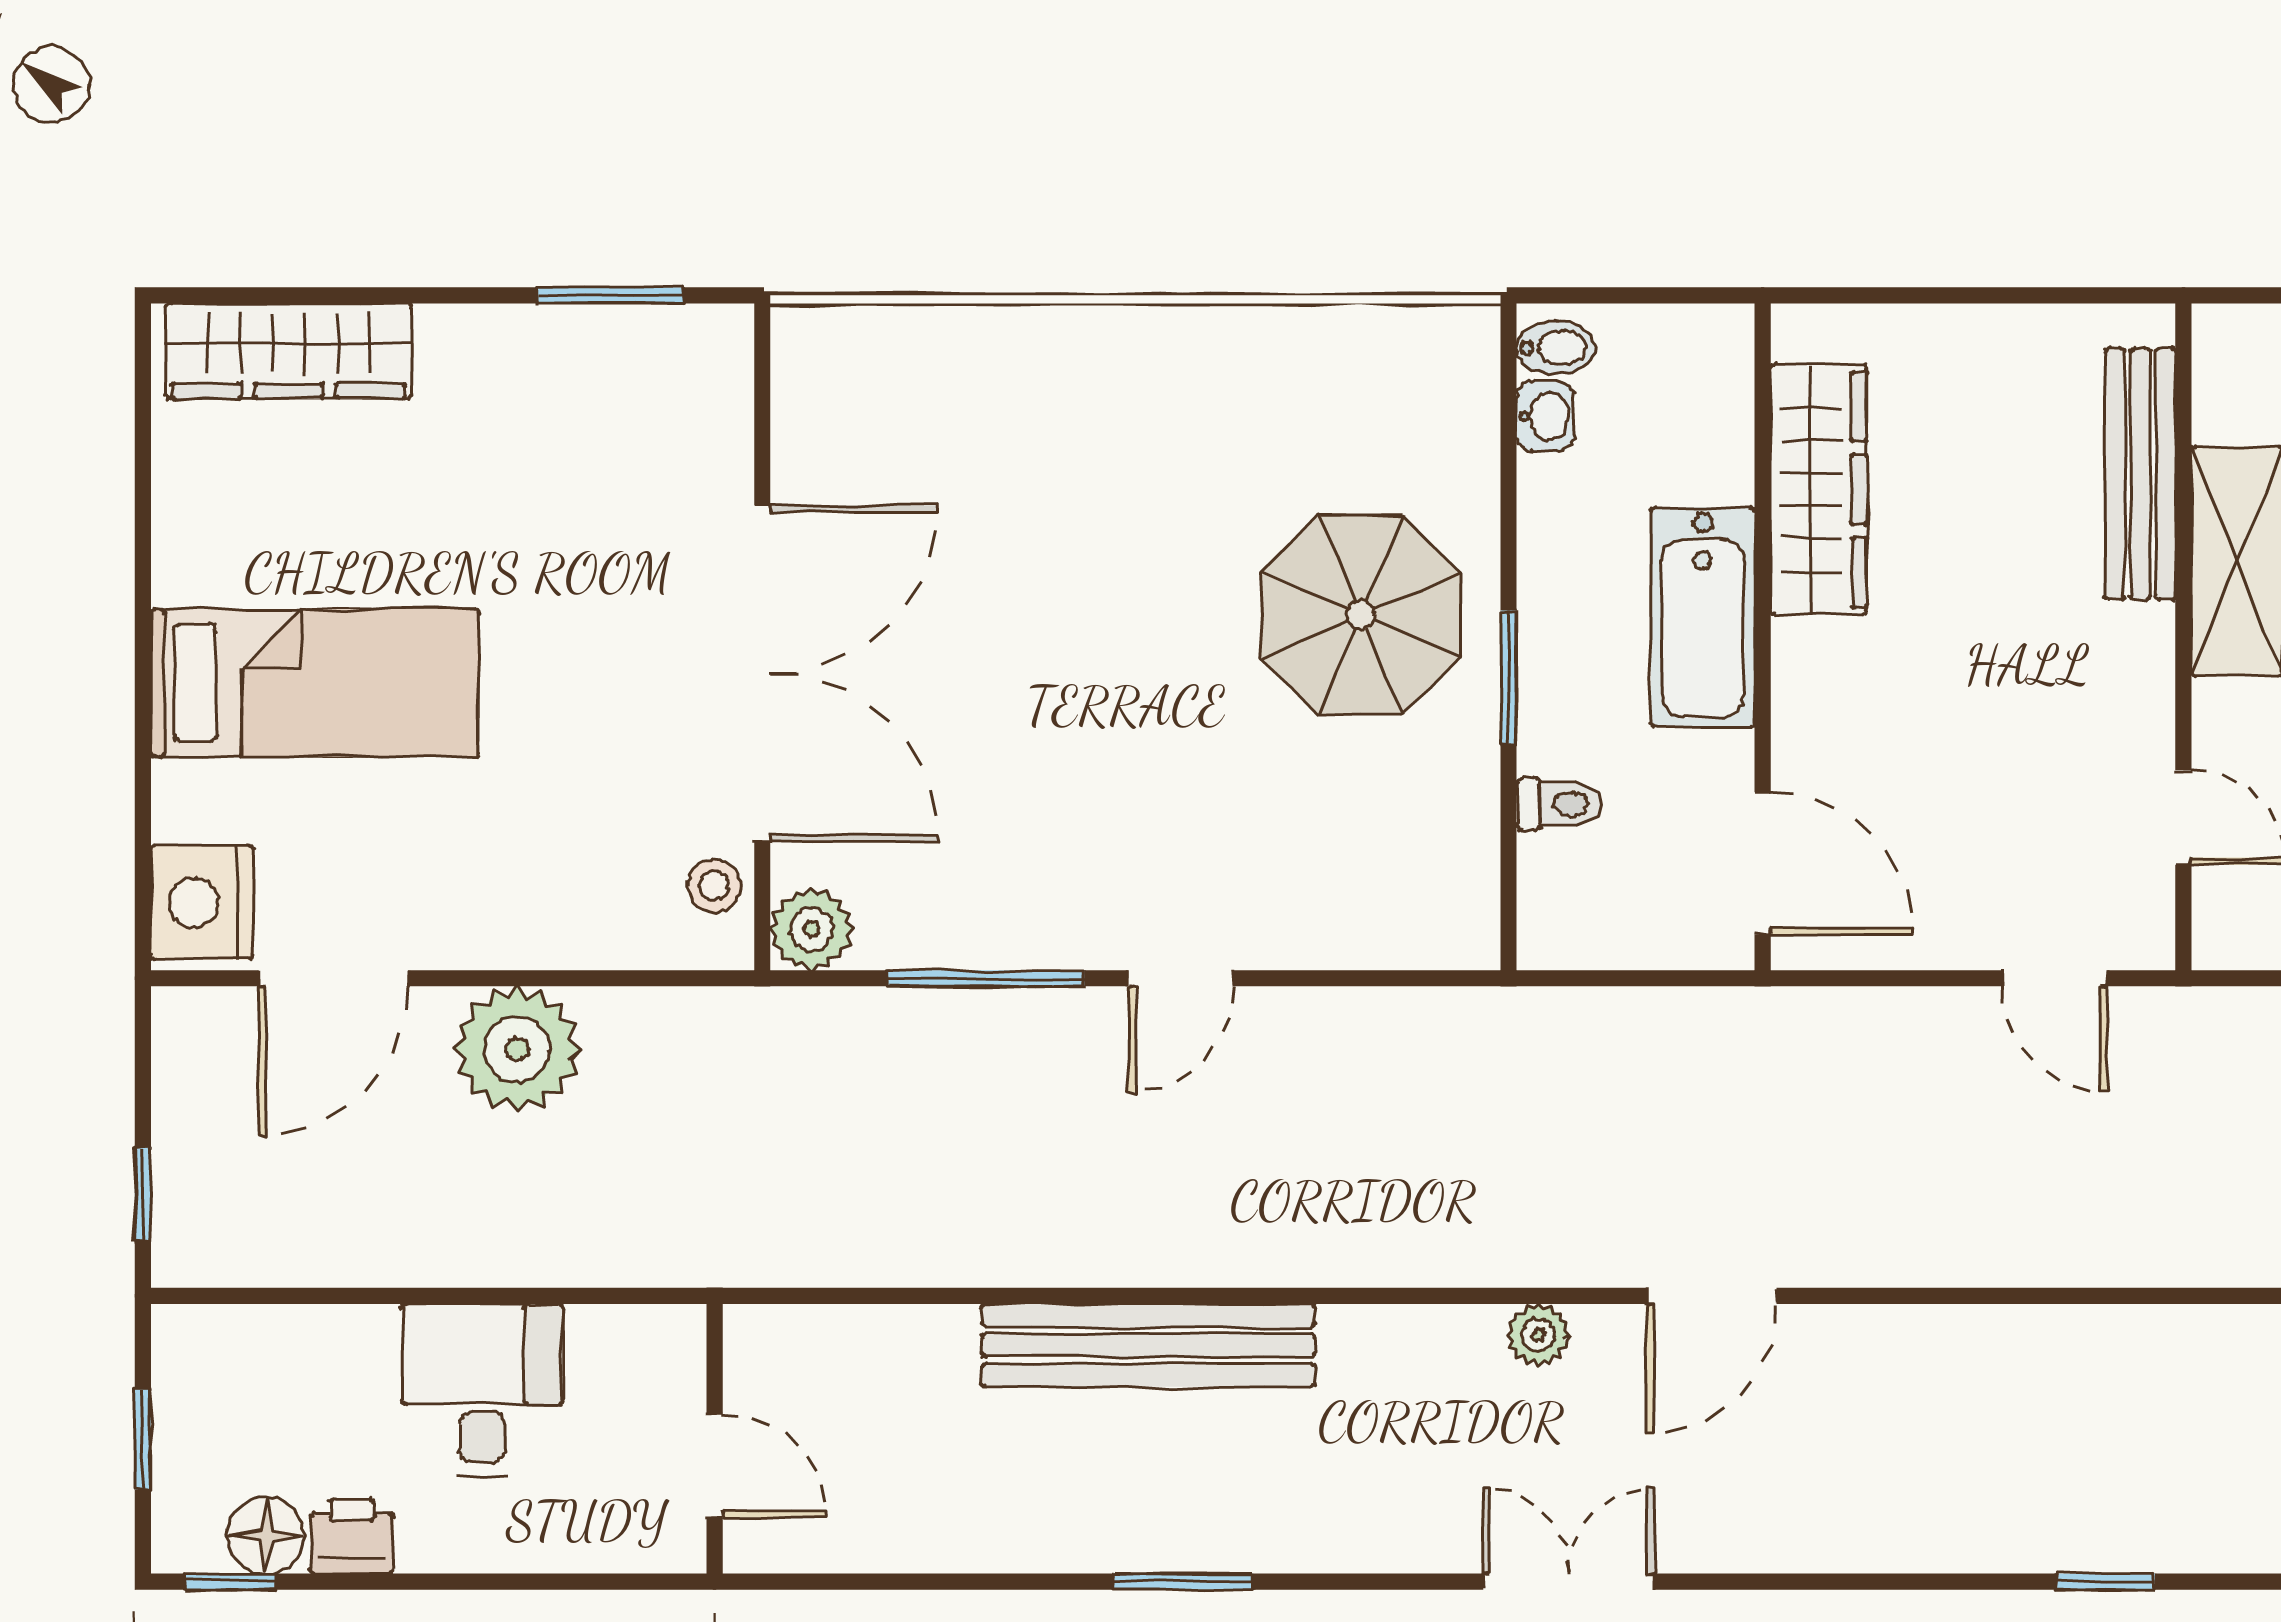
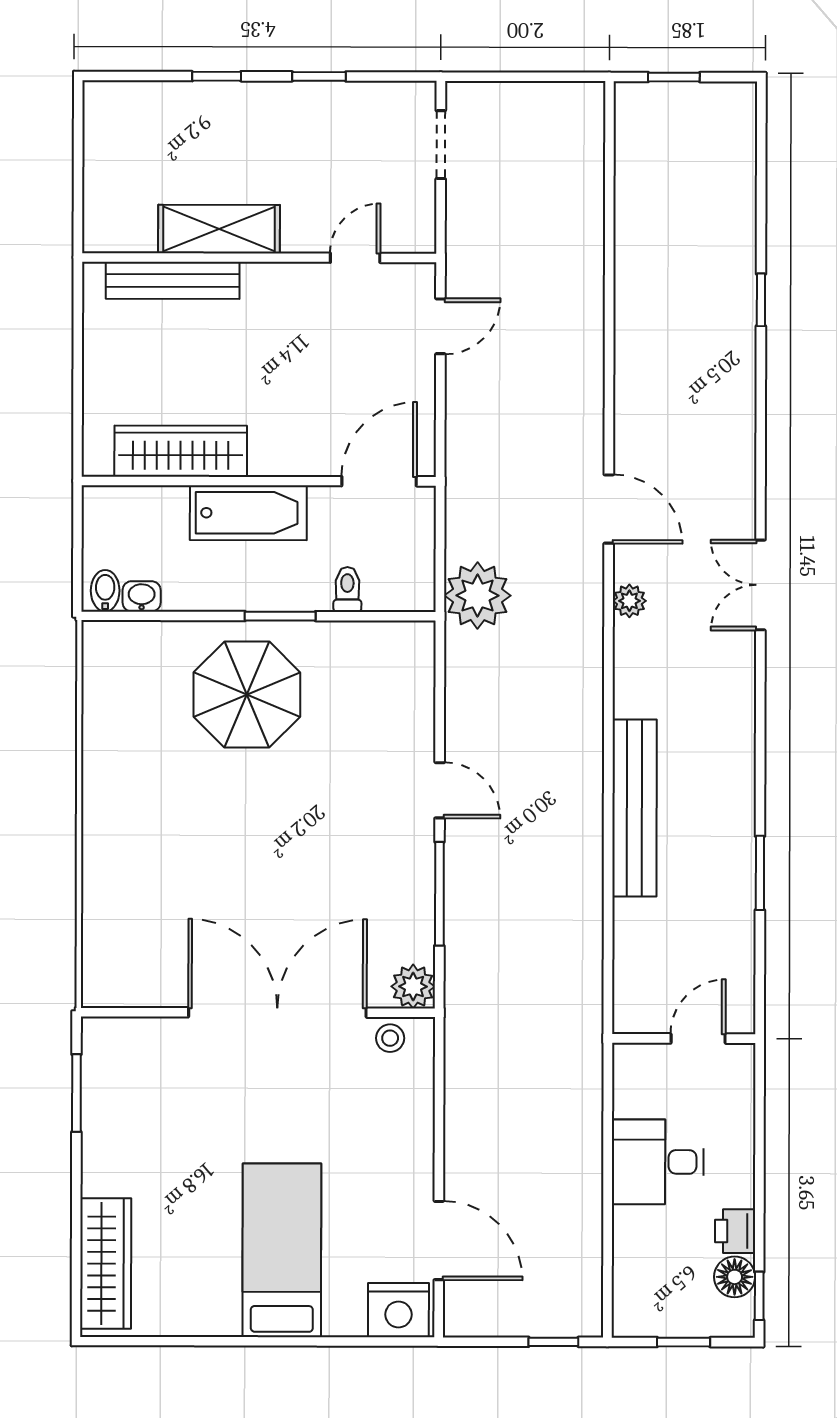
plant: (517, 1049) -> (478, 596), moved
window: (1183, 1582) -> (760, 873), moved

